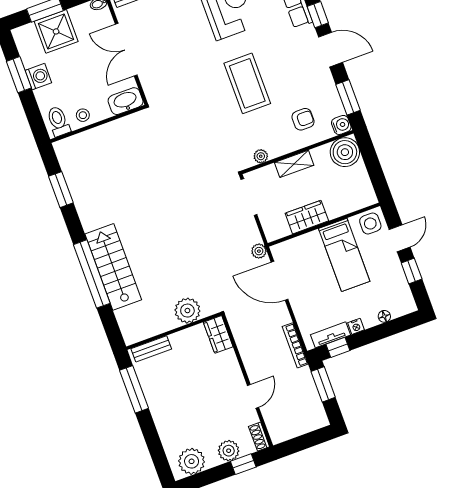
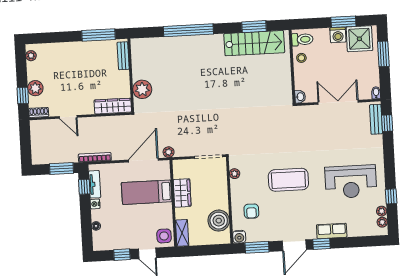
shower: (56, 31) -> (359, 39), moved
washbasin: (126, 101) -> (300, 97), width x0.52, depth x0.69
boiler: (345, 152) -> (219, 221), moved
shelving: (294, 164) -> (182, 233), moved
bed: (344, 255) -> (147, 192), moved
stairs: (113, 267) -> (254, 43), moved
wardrobe: (218, 334) -> (113, 106), width x1.50
plant: (192, 461) -> (31, 56), width x0.53, depth x0.53

